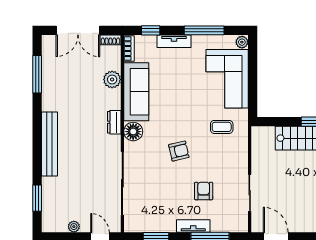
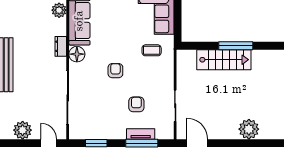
armchair: (179, 151) -> (115, 71), turned -77
tv unit: (193, 226) -> (141, 134), moved
plant: (74, 227) -> (23, 130), width x1.88, depth x1.88

